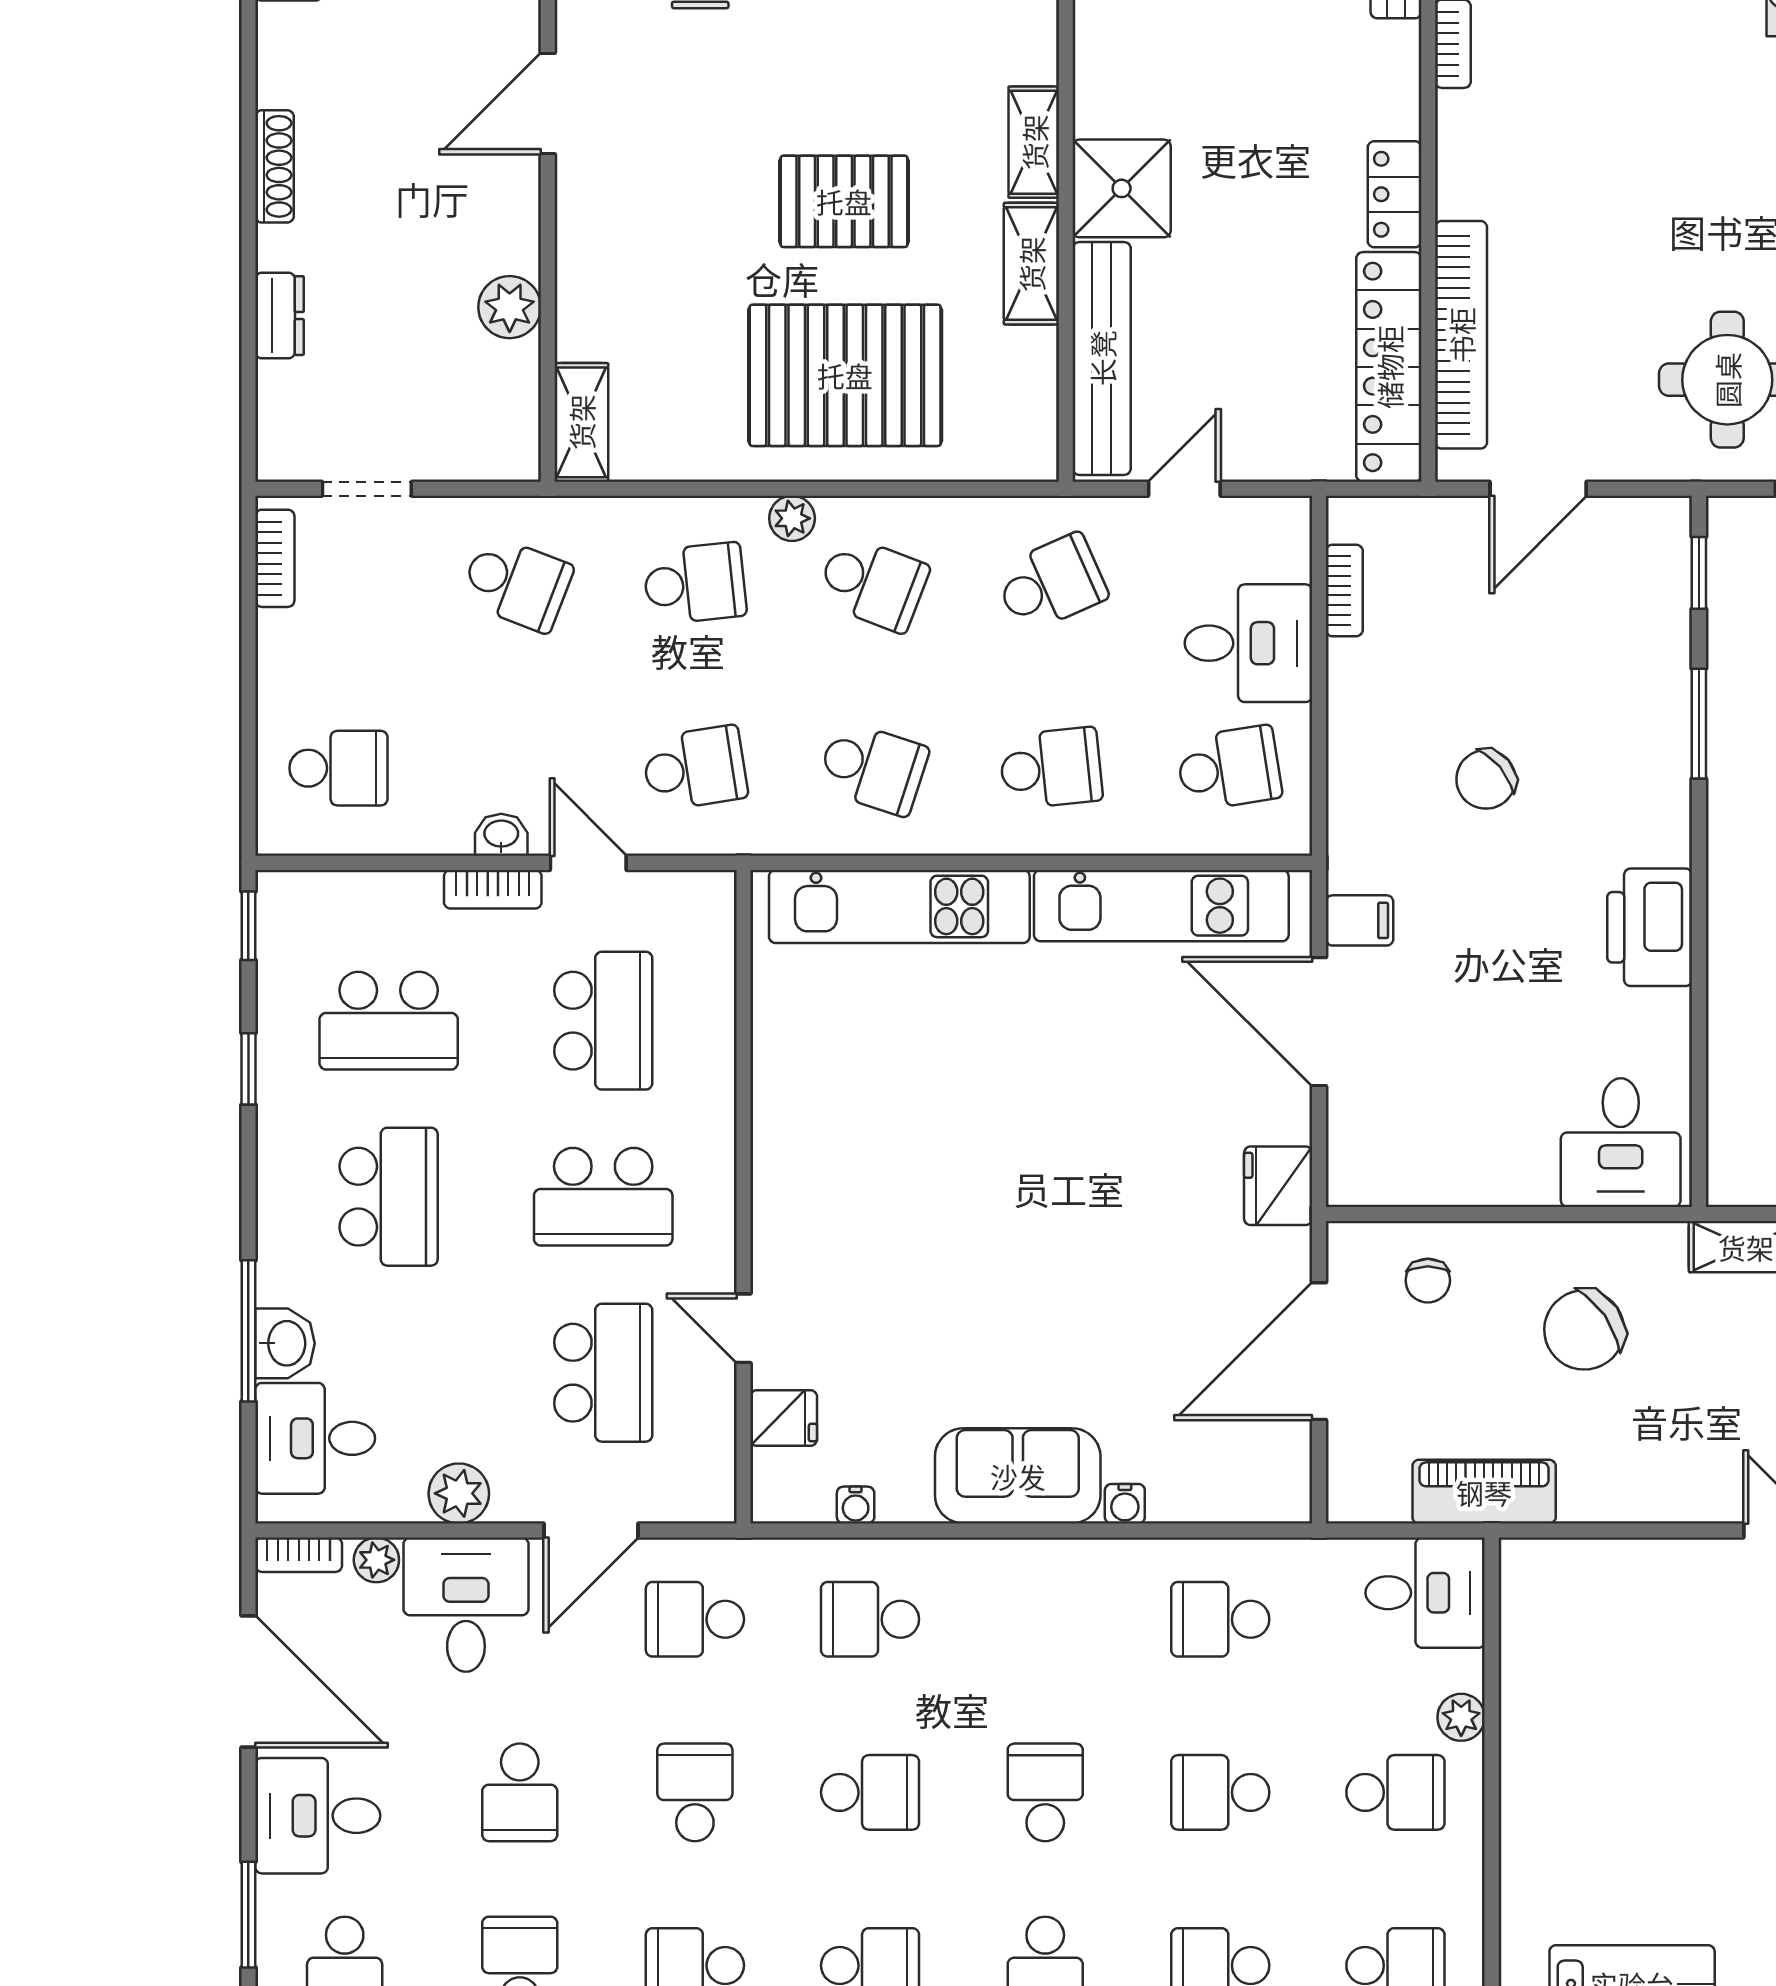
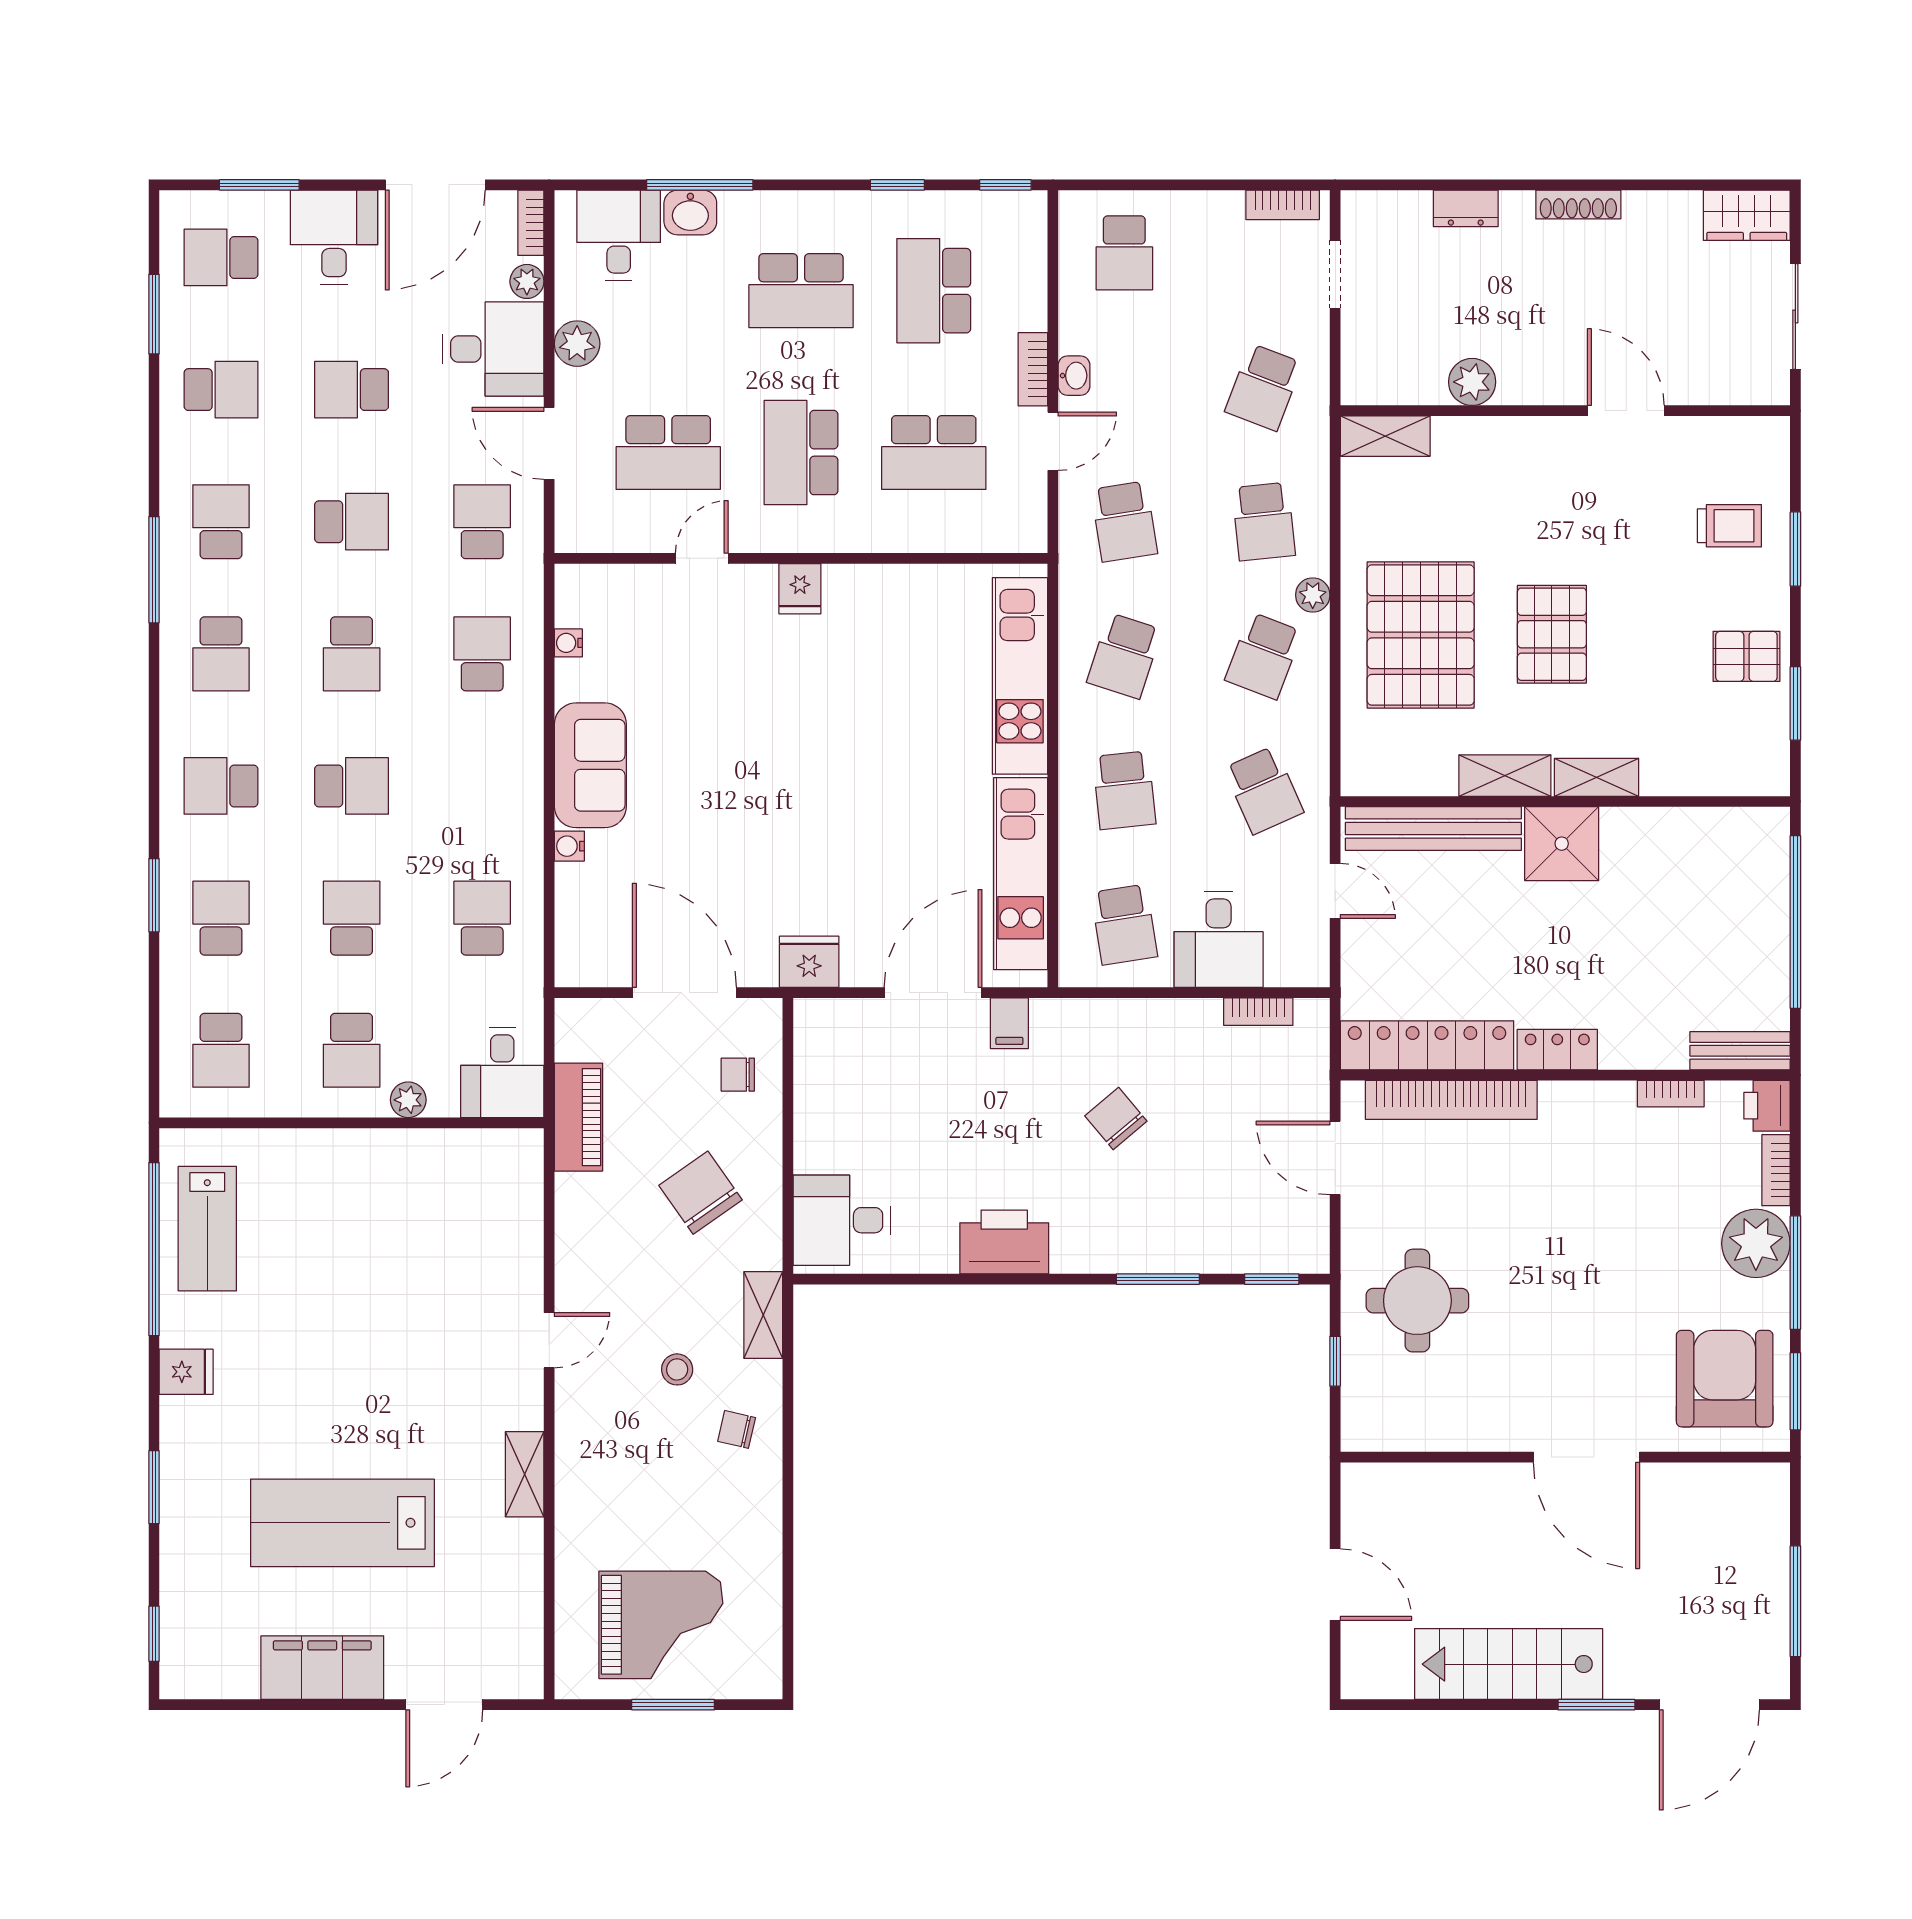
fridge: (784, 1418) -> (800, 589), moved

